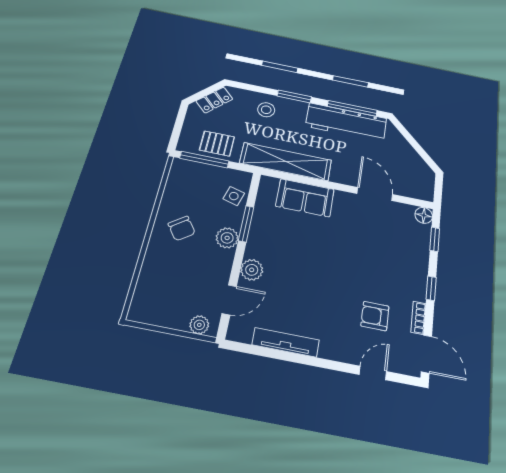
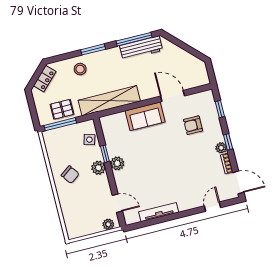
workbench: (346, 122) -> (141, 48), width x0.73, depth x0.76
sofa: (305, 198) -> (145, 116), moved
floor lamp: (424, 215) -> (208, 96), removed
window: (246, 224) -> (105, 154), width x0.67
plant: (252, 270) -> (117, 163), moved
plant: (418, 292) -> (221, 148), added
door: (229, 300) -> (117, 203), hinge flipped
armchair: (375, 316) -> (193, 125), moved

